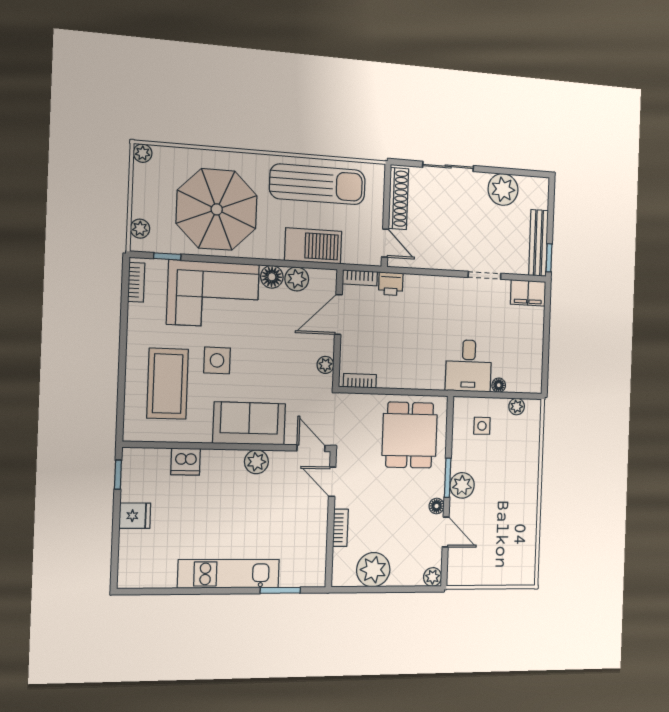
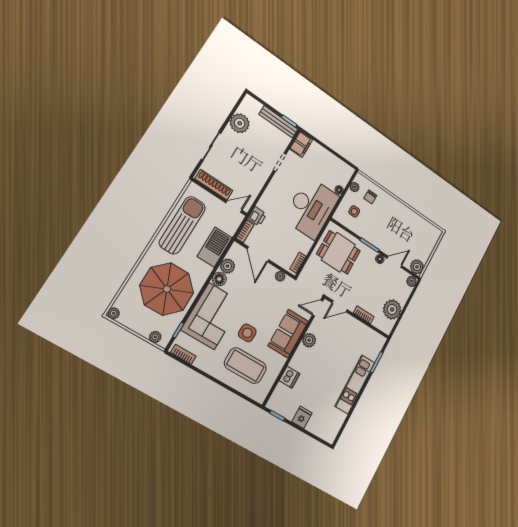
desk: (469, 366) -> (311, 208), width x1.87, depth x1.30
chair: (517, 439) -> (370, 197), added
plant: (462, 485) -> (417, 267), moved

